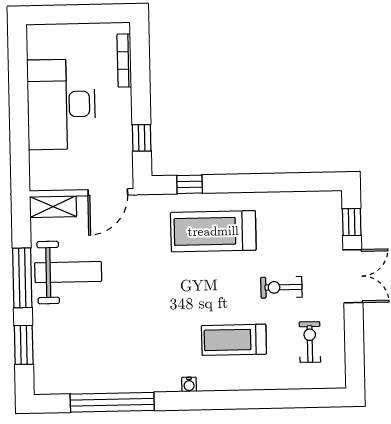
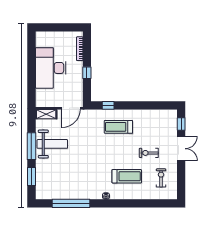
window: (142, 138) -> (87, 73), moved
treadmill: (213, 231) -> (118, 127), width x0.73, depth x0.73
treadmill: (234, 340) -> (127, 176), turned 180

